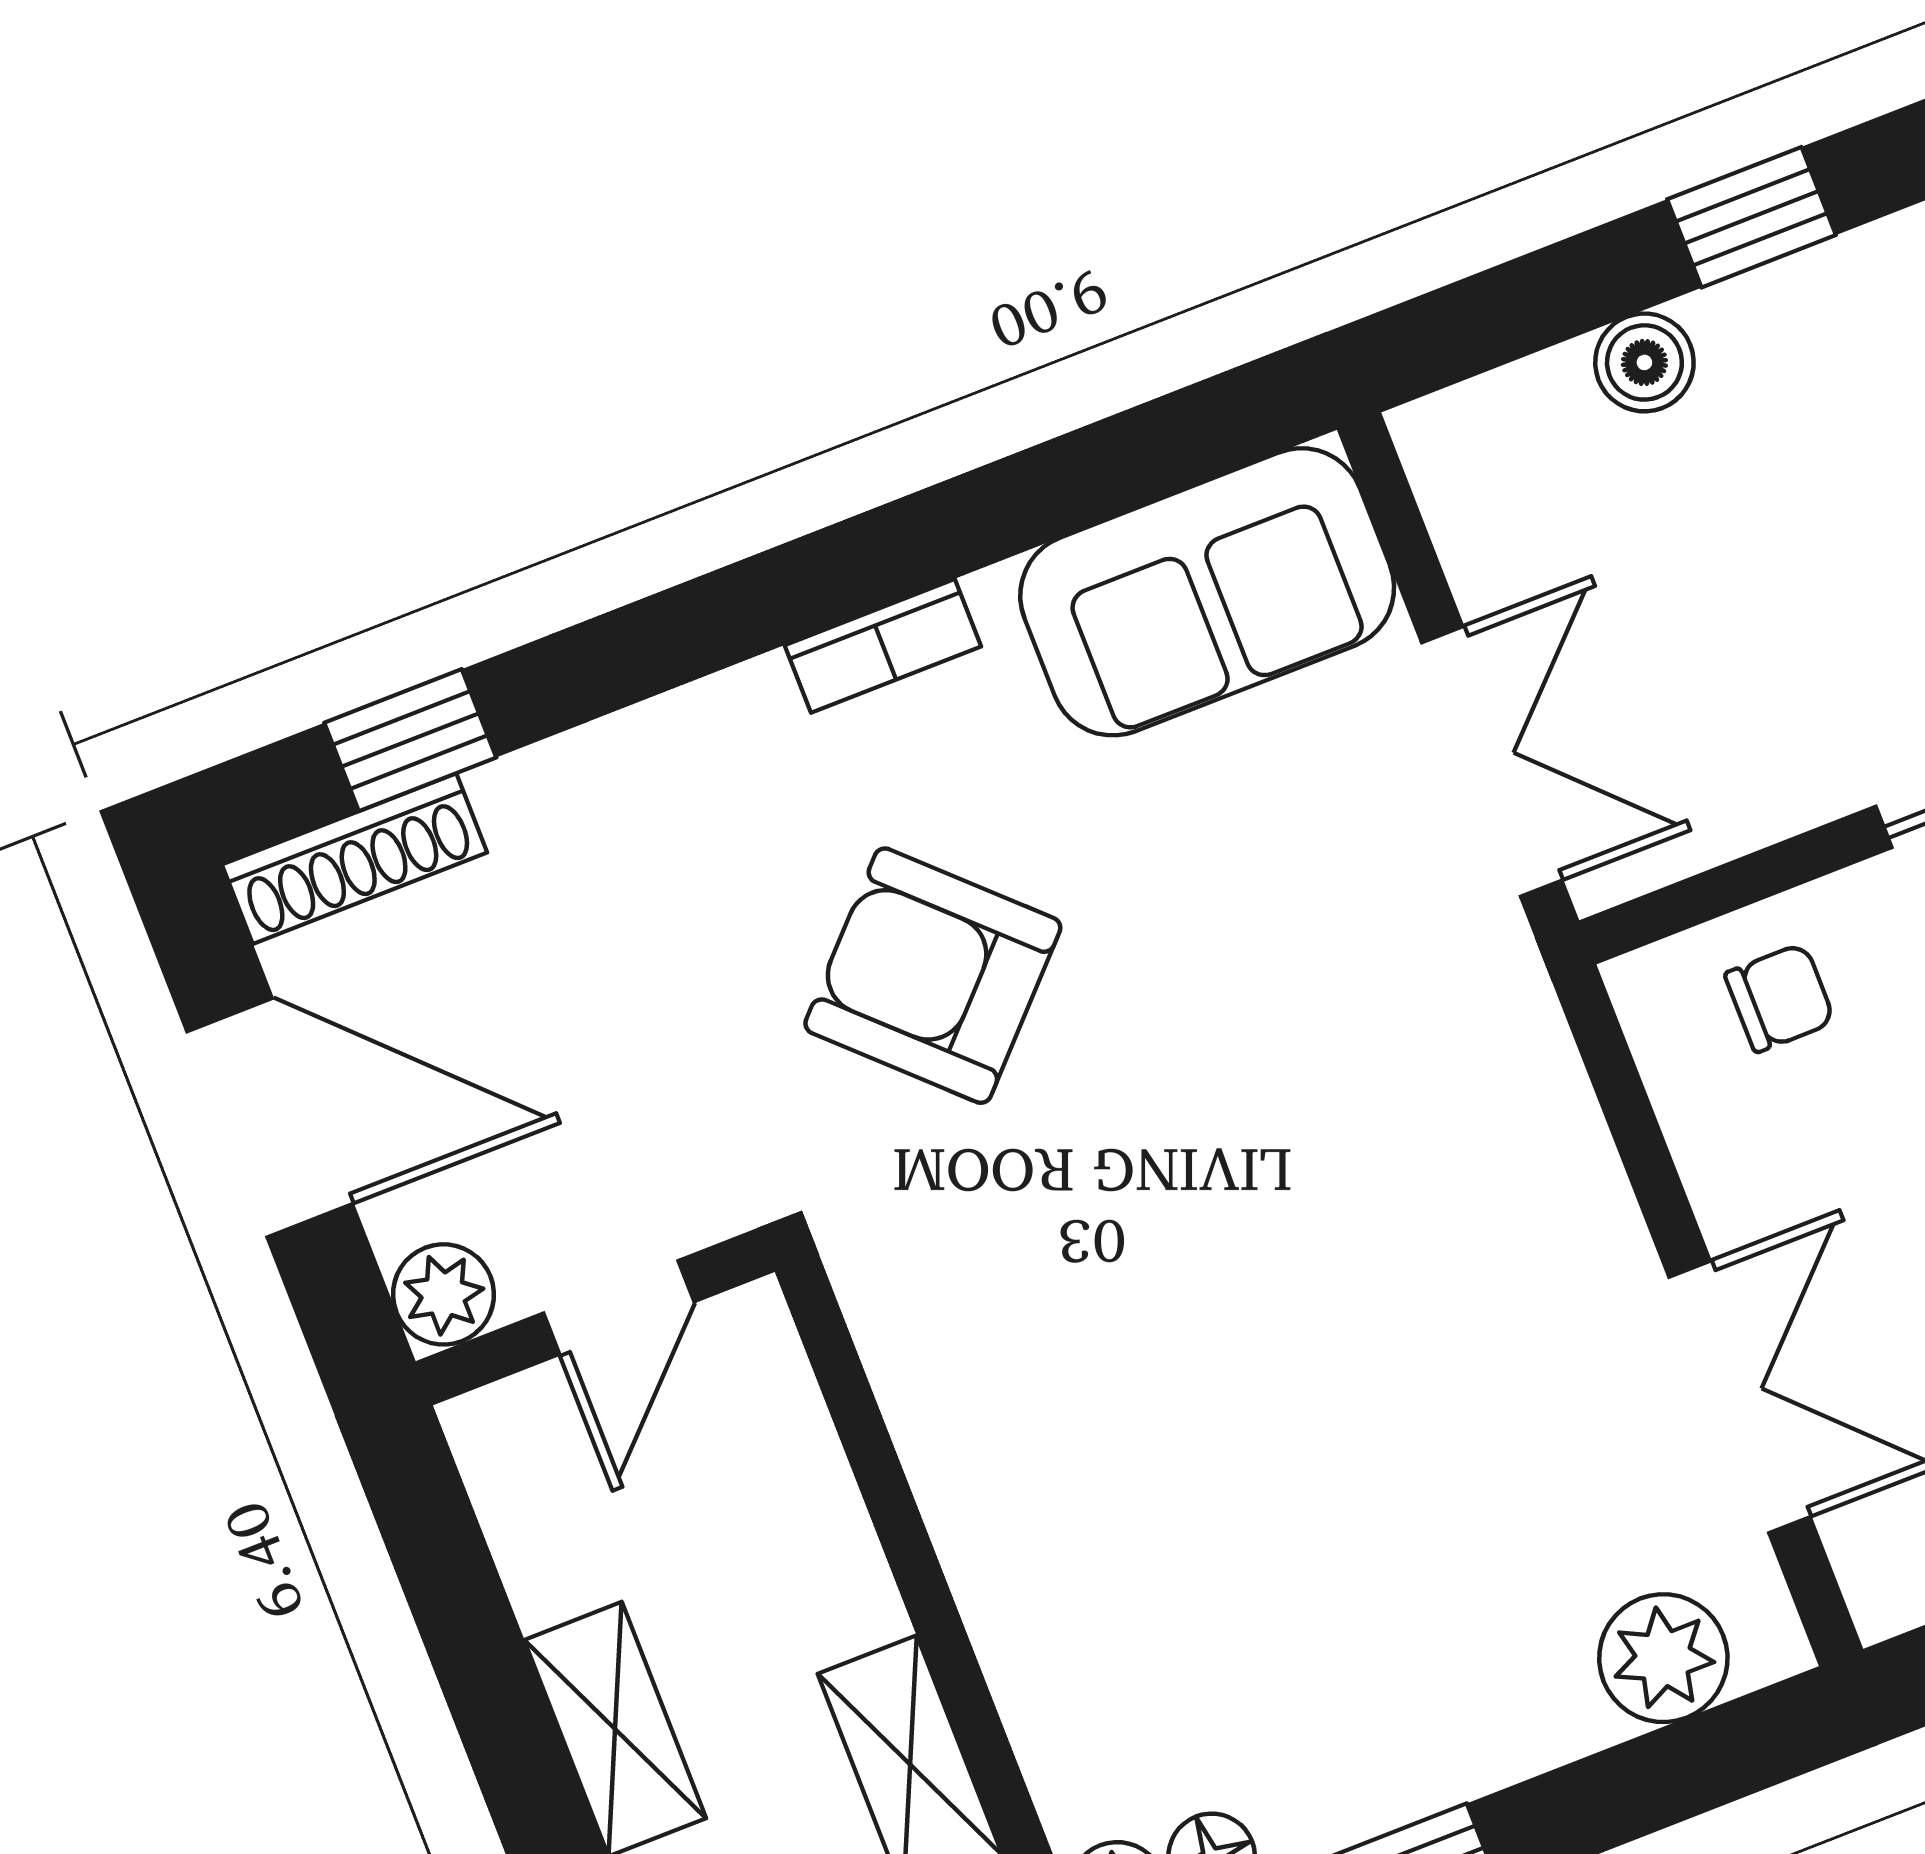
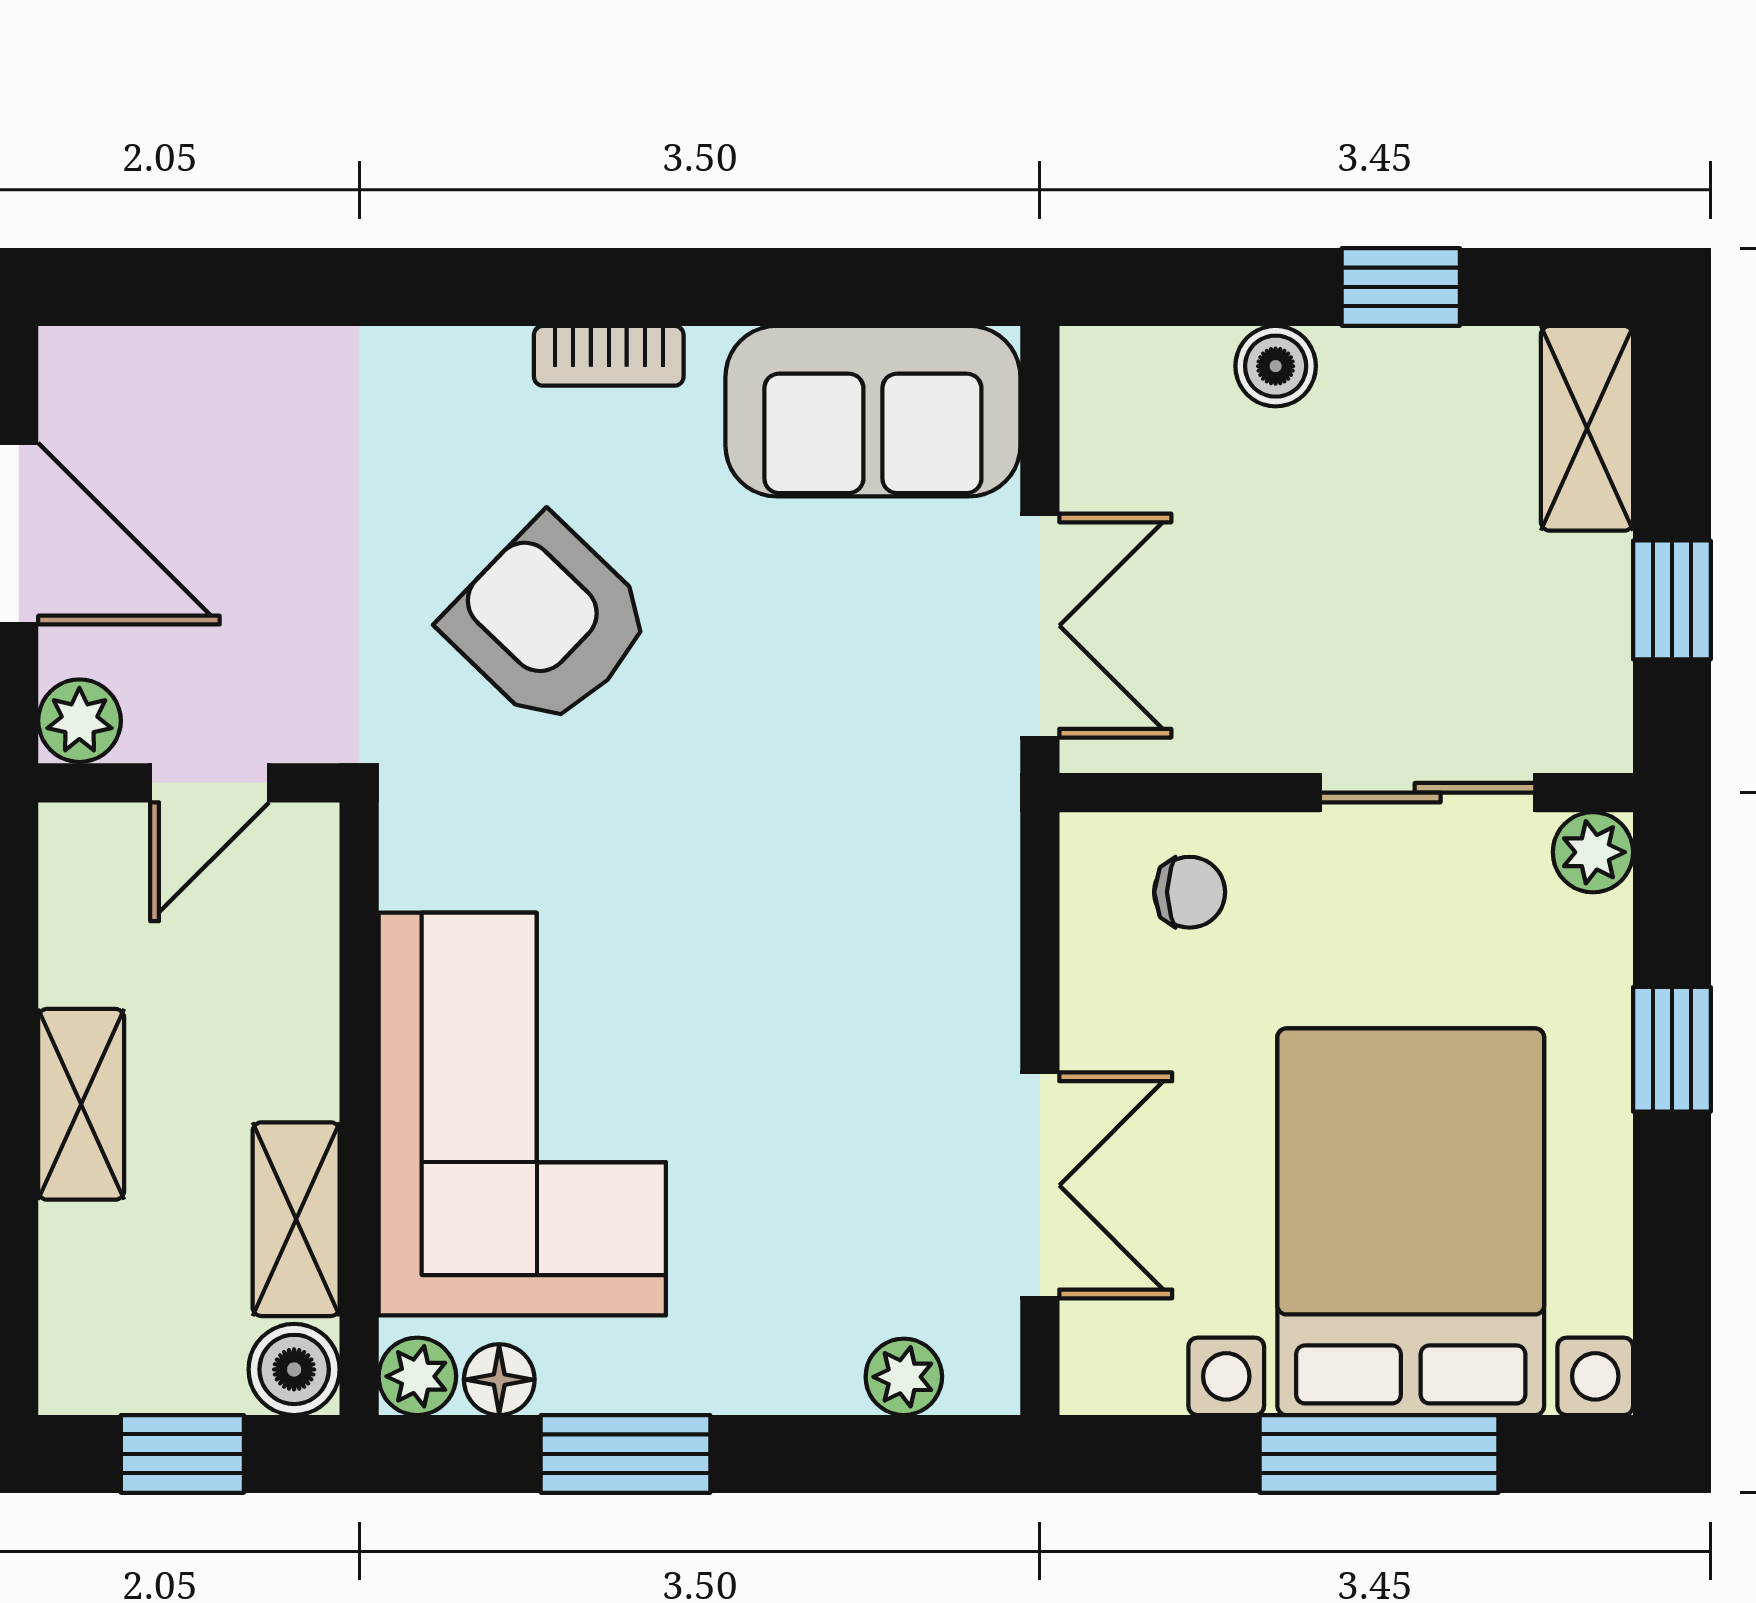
window: (410, 740) -> (219, 287), removed
shoe rack: (354, 859) -> (141, 361), removed
corner sofa: (1120, 1545) -> (522, 1114), added
plant: (1663, 1658) -> (904, 1377), width x0.73, depth x0.73

